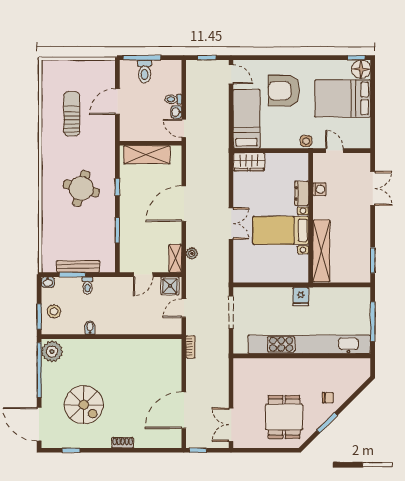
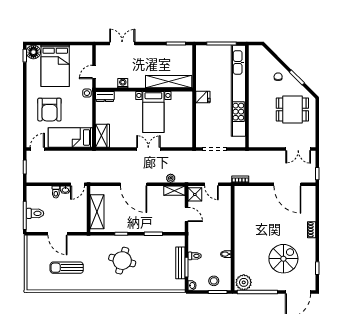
dresser: (302, 193) -> (105, 96), moved

